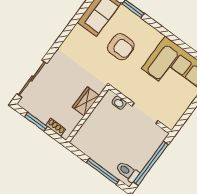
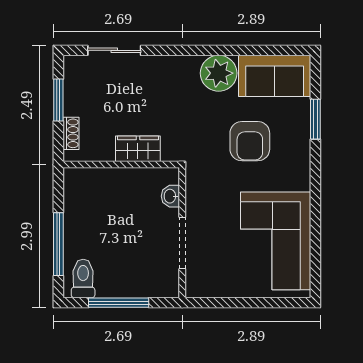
plant: (79, 38) -> (219, 73), added
sliding door: (32, 79) -> (114, 50), width x0.73
window: (151, 163) -> (119, 303), width x0.68

